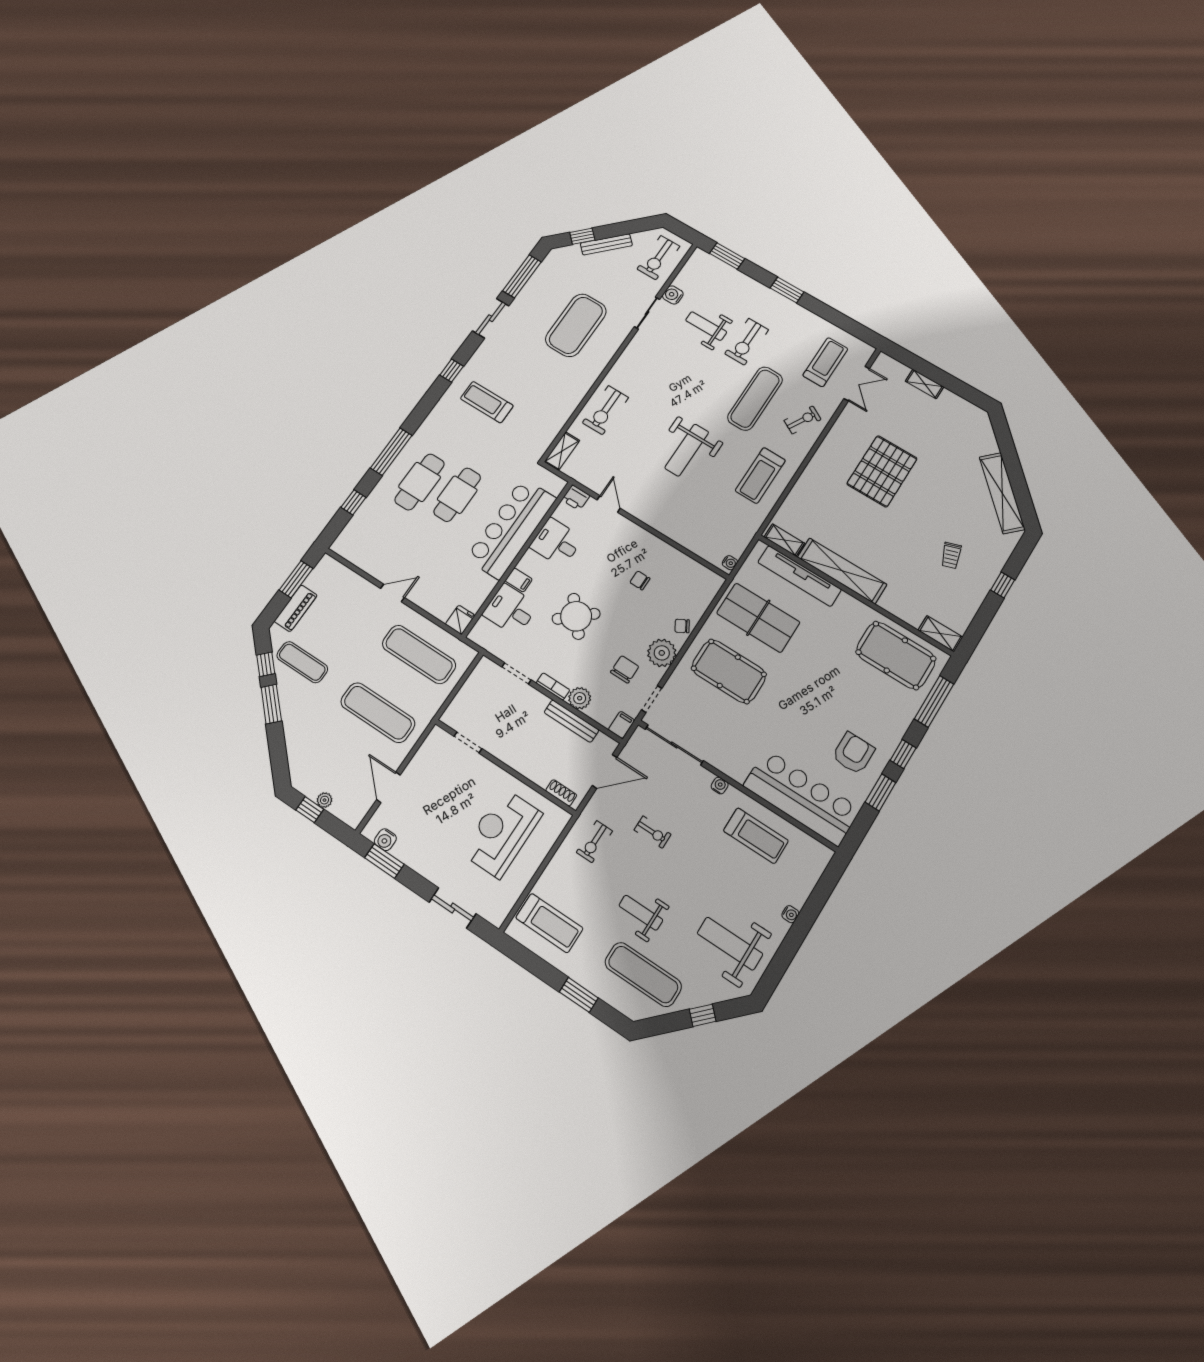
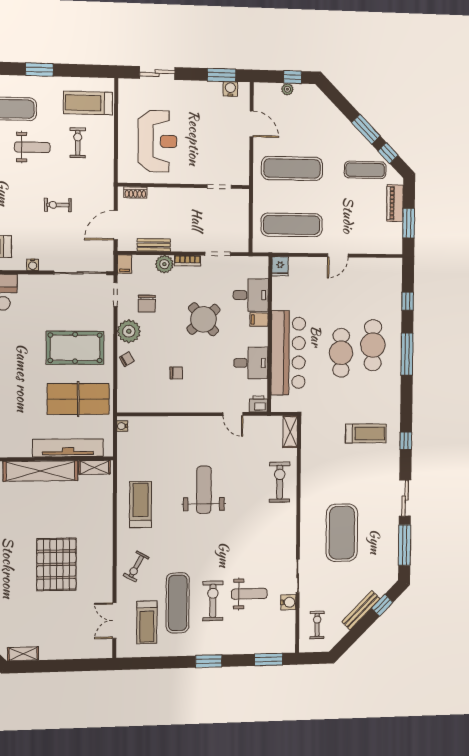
exercise bike: (658, 258) -> (317, 625), width x0.73, depth x0.72
shelving: (925, 384) -> (23, 654), moved
exercise mat: (755, 399) -> (178, 603), moved
bench: (571, 721) -> (154, 245), width x0.73
exercise bike: (594, 842) -> (78, 143), moved

